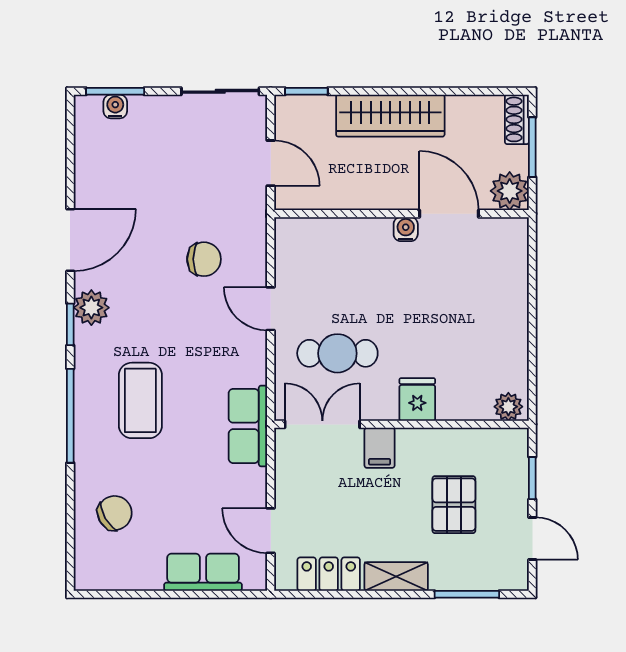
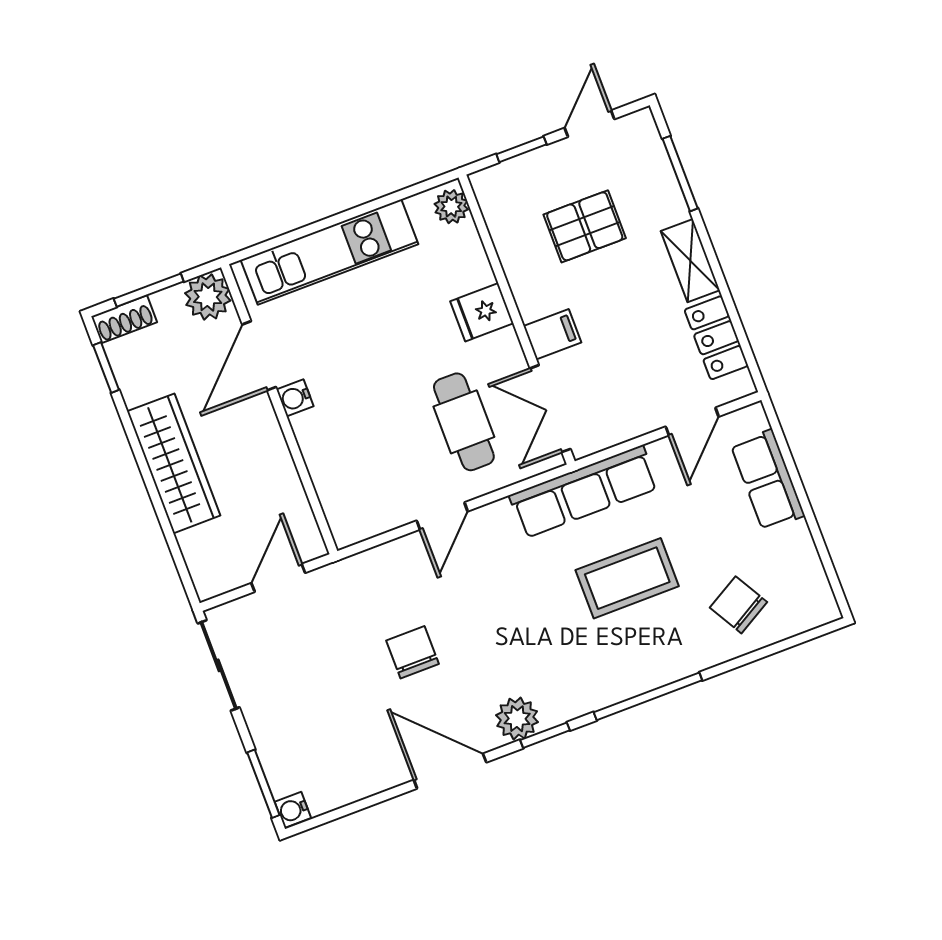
window: (306, 91) -> (106, 368), moved
water cooler: (115, 106) -> (293, 810), moved
chair: (204, 259) -> (412, 652), moved
kitchen unit: (509, 299) -> (329, 252), added
coffee table: (140, 400) -> (627, 578), moved
row of seats: (248, 426) -> (584, 492), width x1.48

